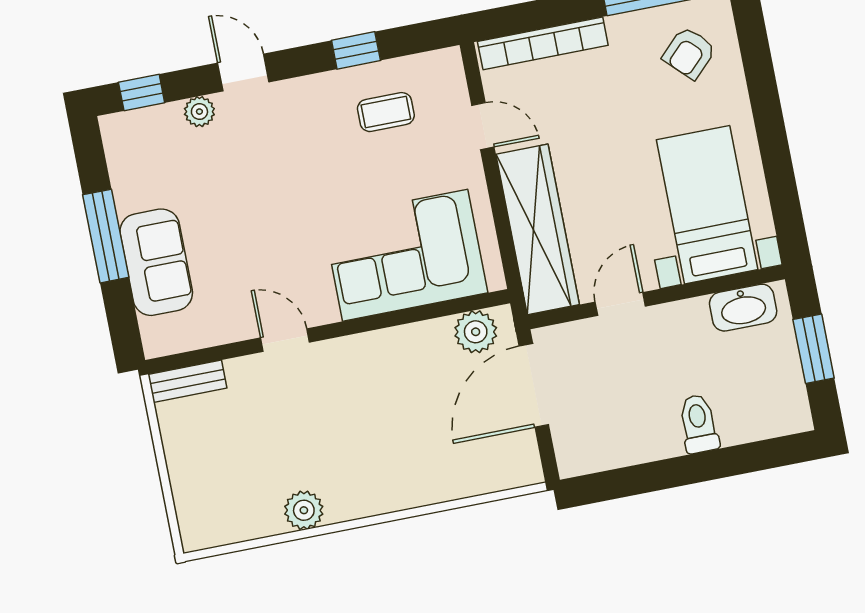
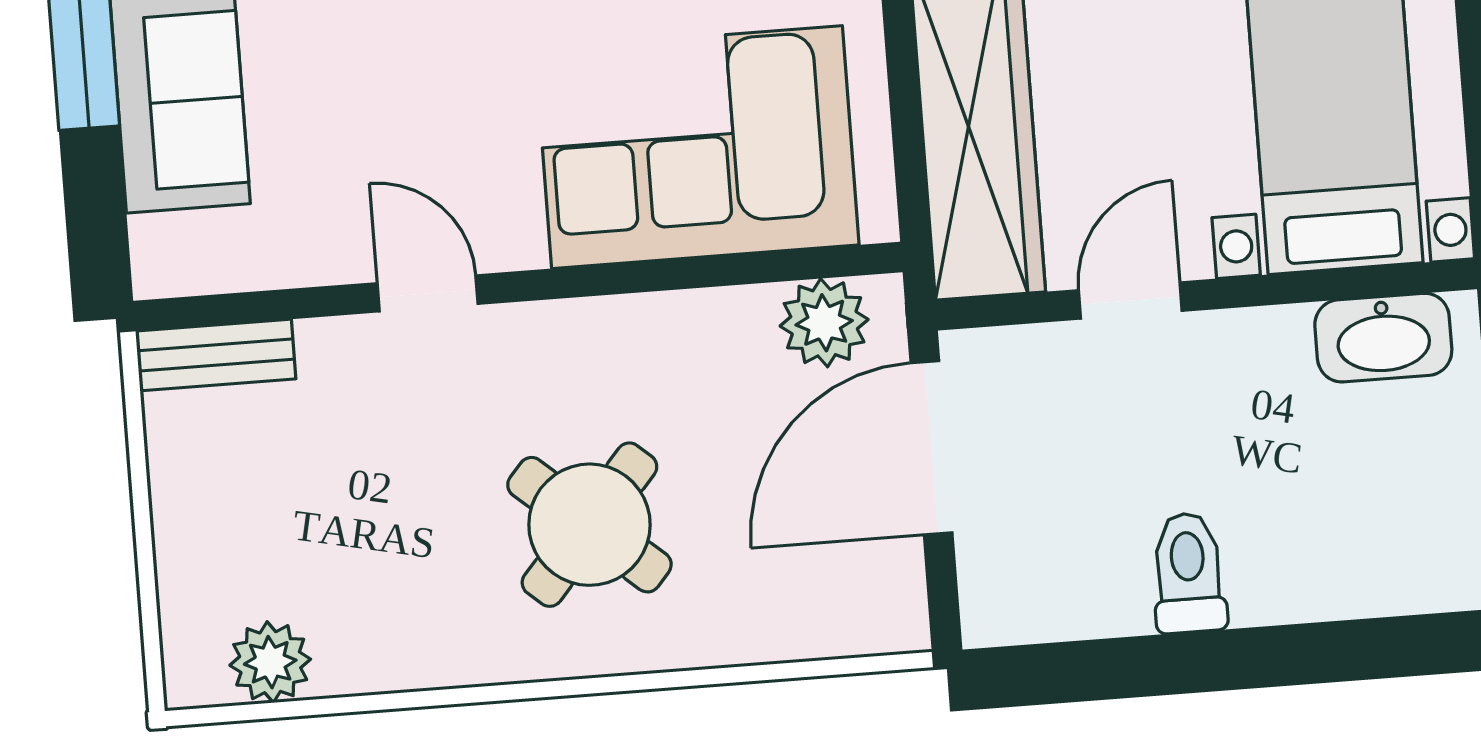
toilet: (699, 424) -> (1188, 573), moved
round table: (375, 441) -> (589, 525), added
plant: (304, 510) -> (270, 662), moved

